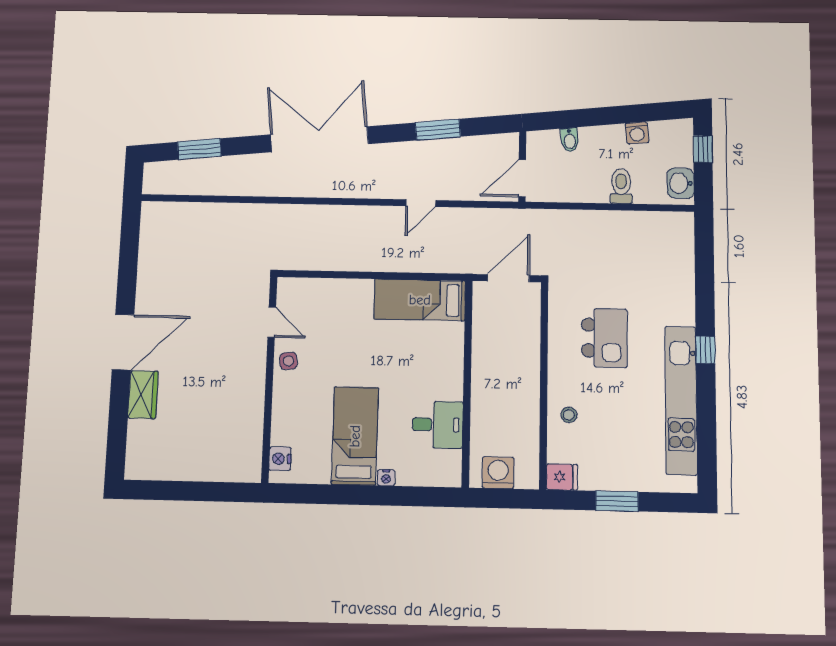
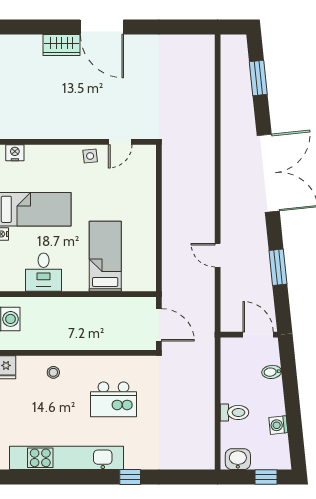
door: (522, 178) -> (258, 335), moved
bed: (420, 300) -> (105, 256), moved
window: (705, 350) -> (130, 477), moved

